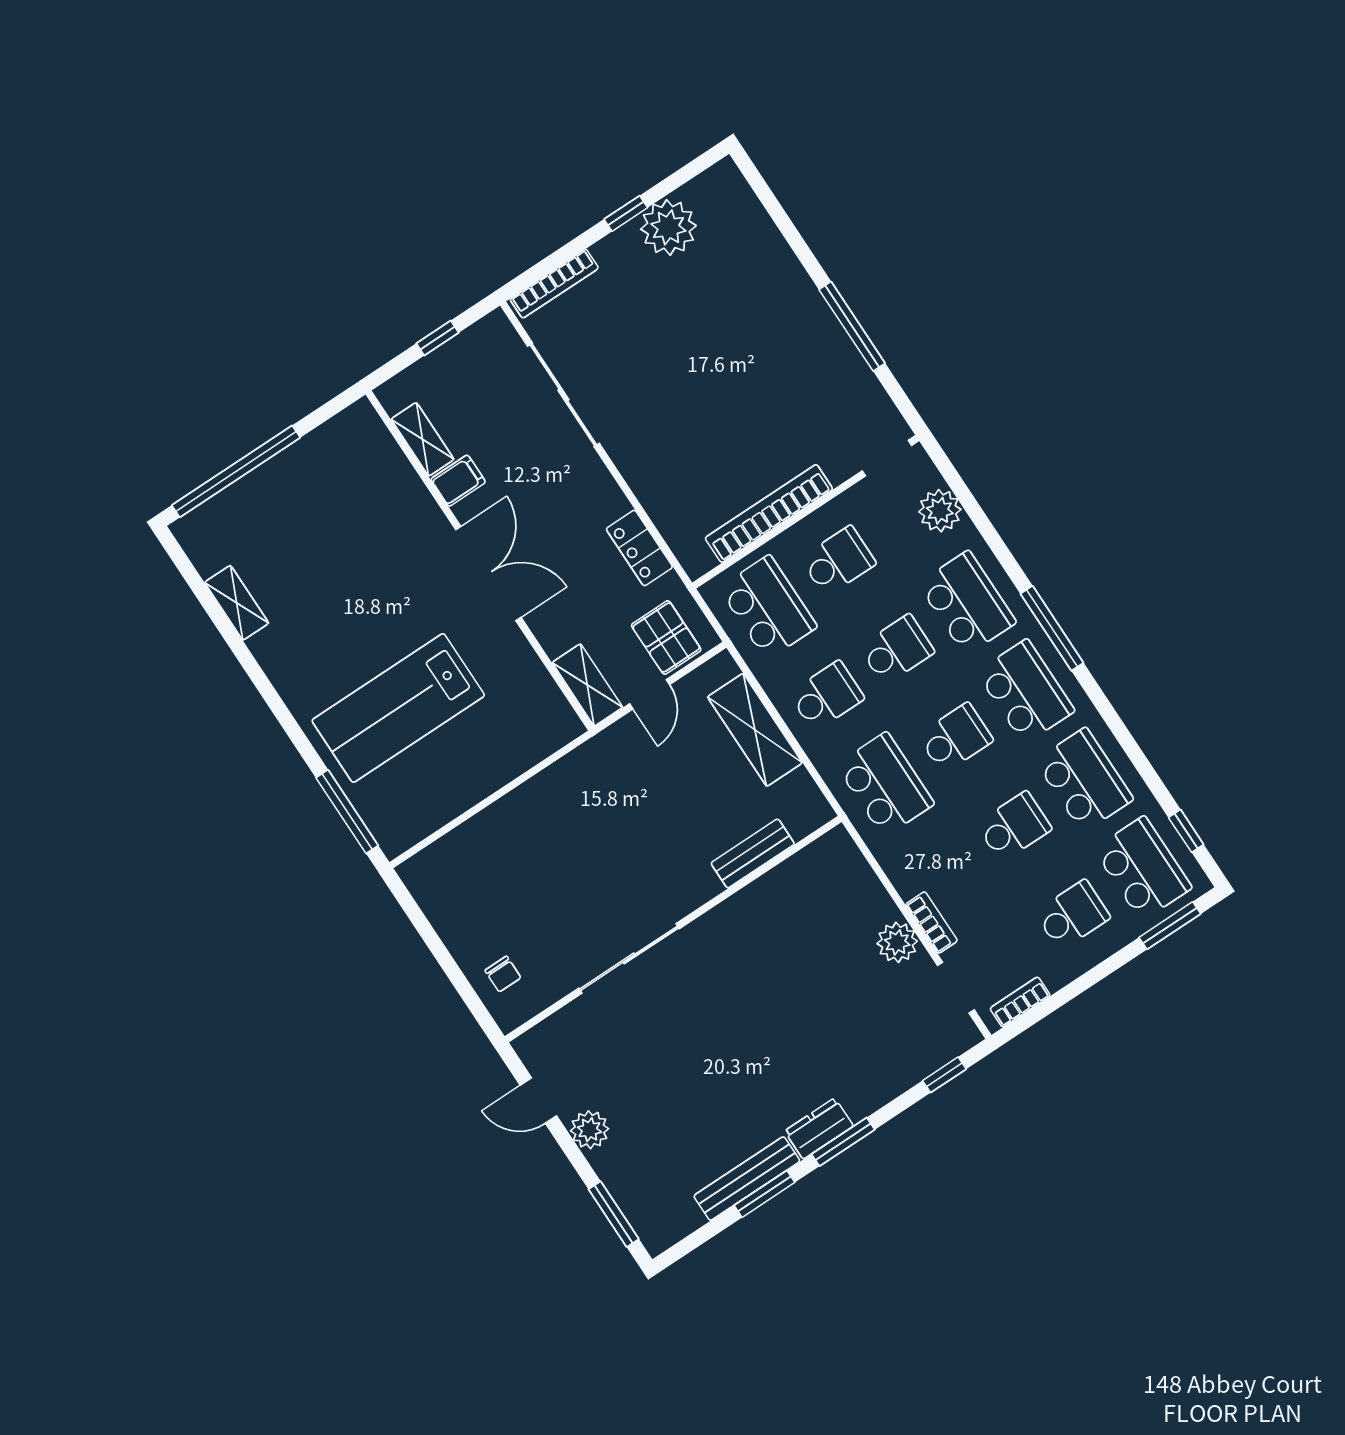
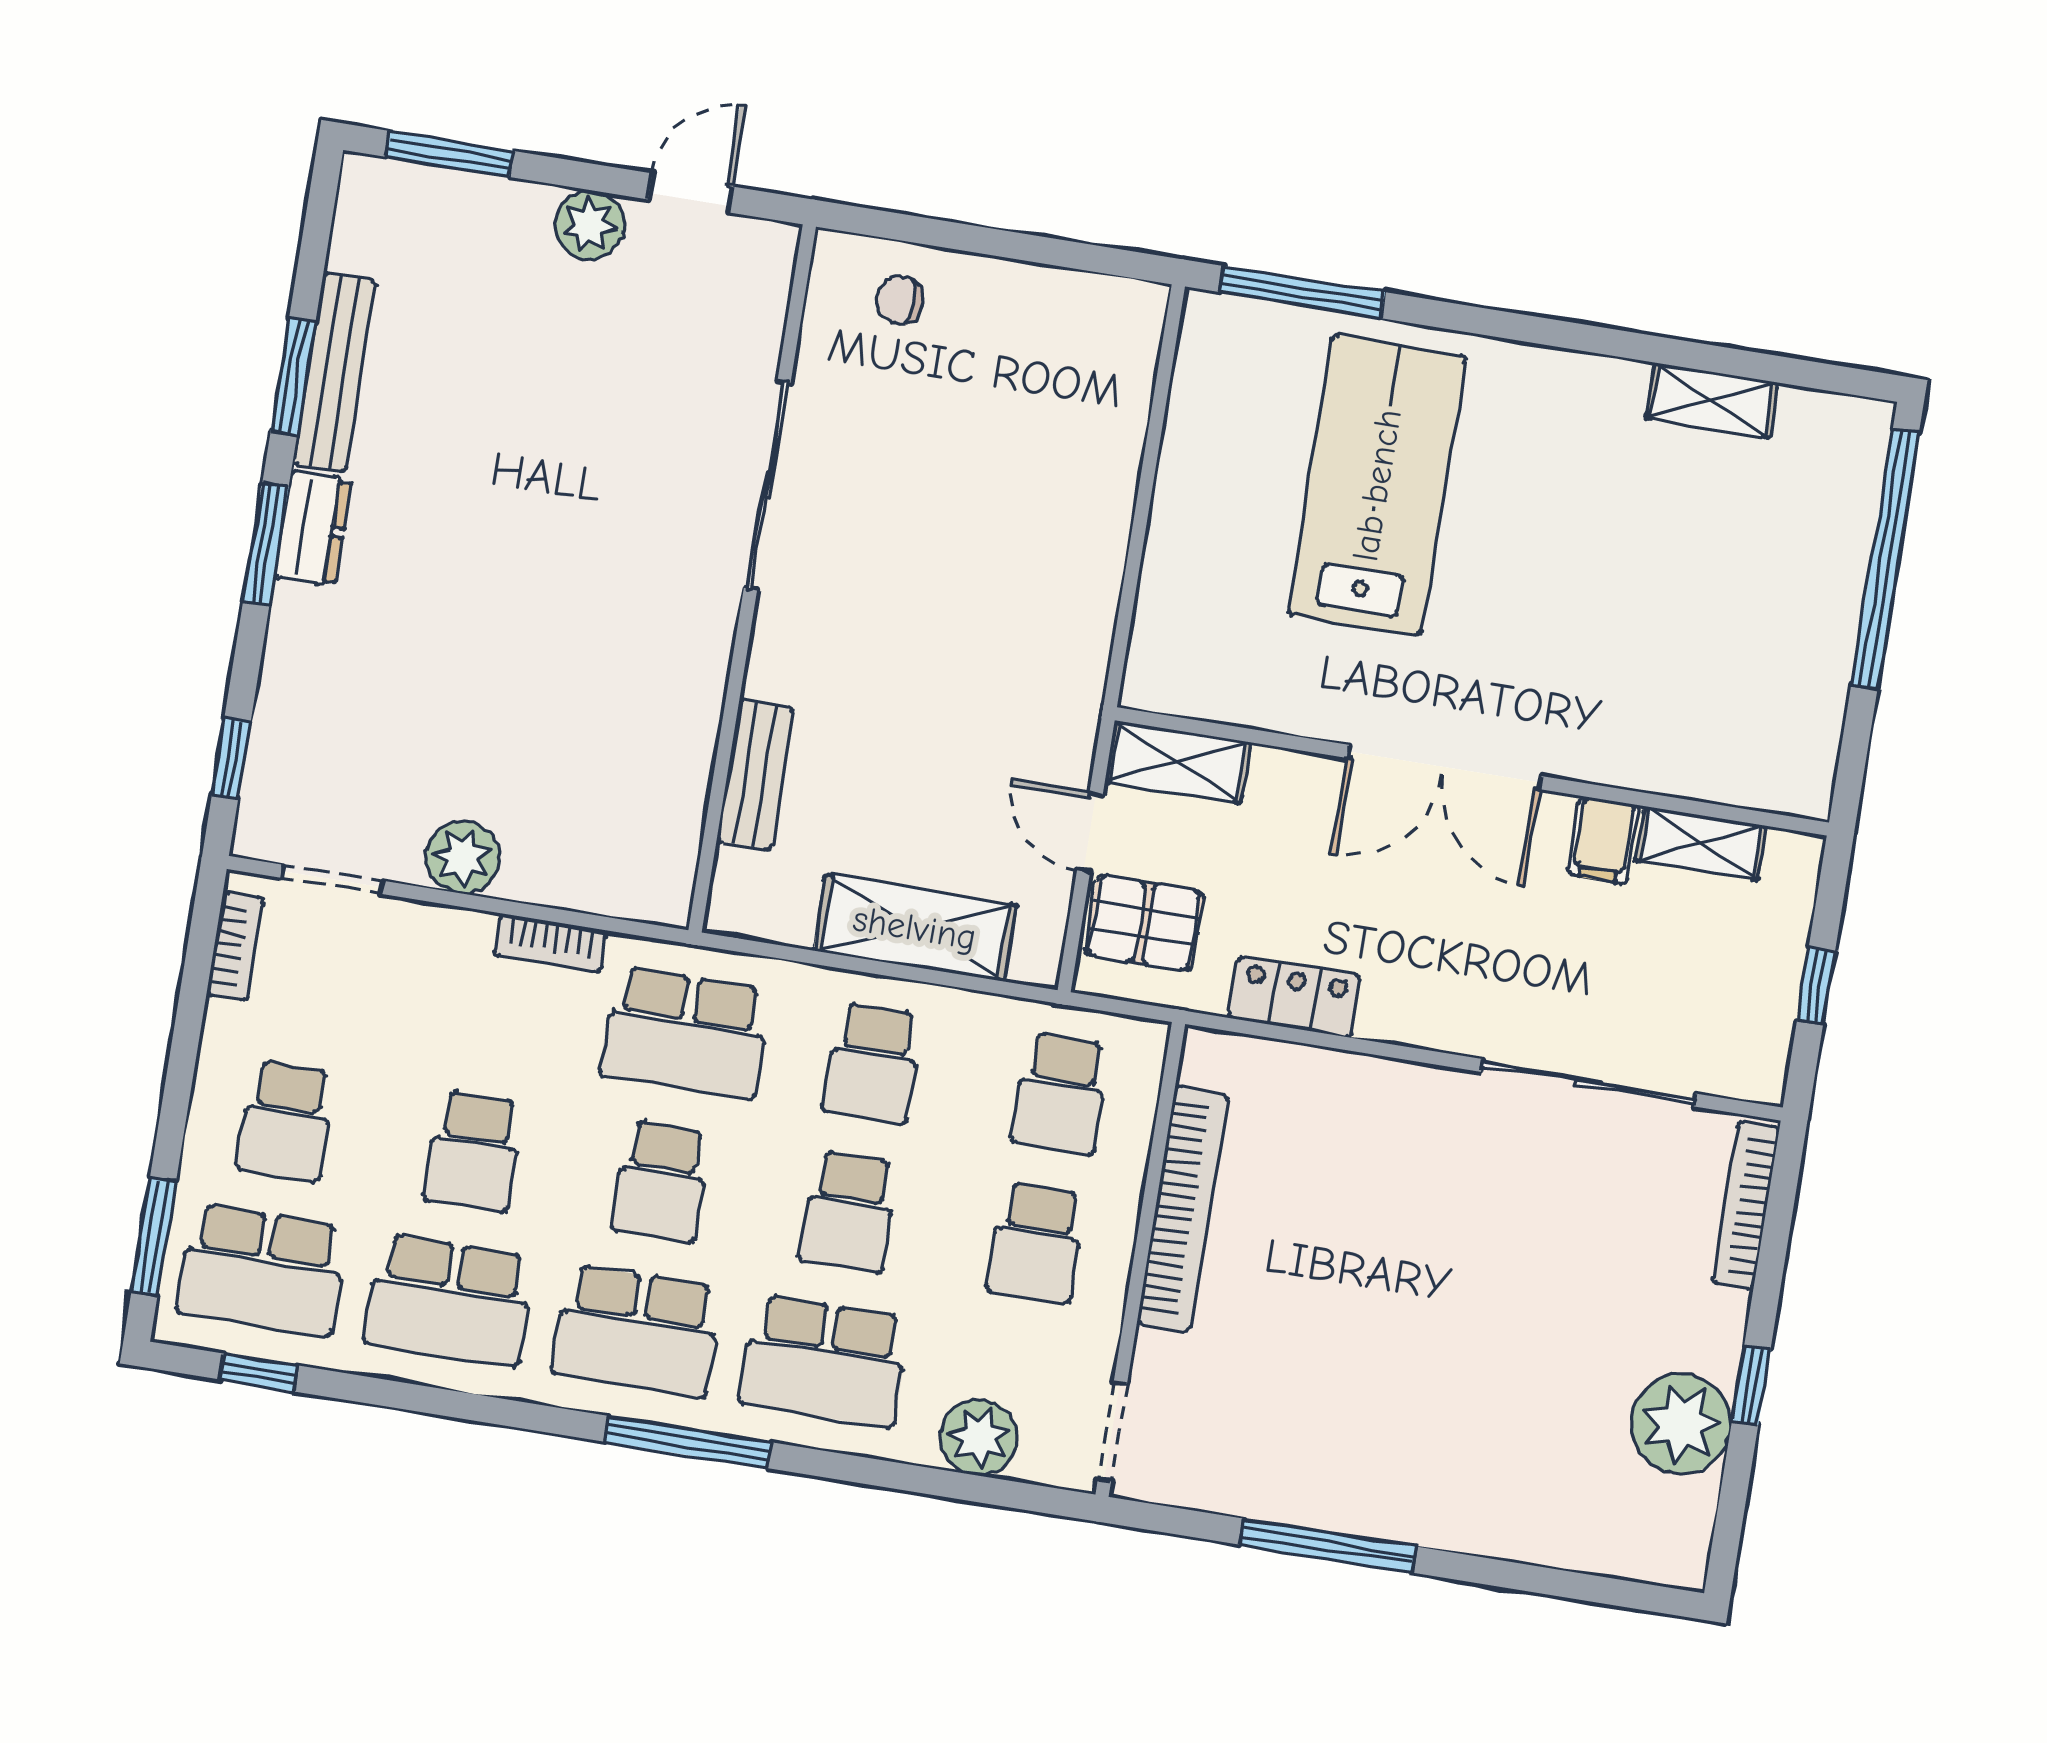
school desk: (768, 607) -> (1060, 1094), width x0.54
bookcase: (932, 923) -> (550, 943), moved

